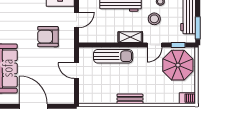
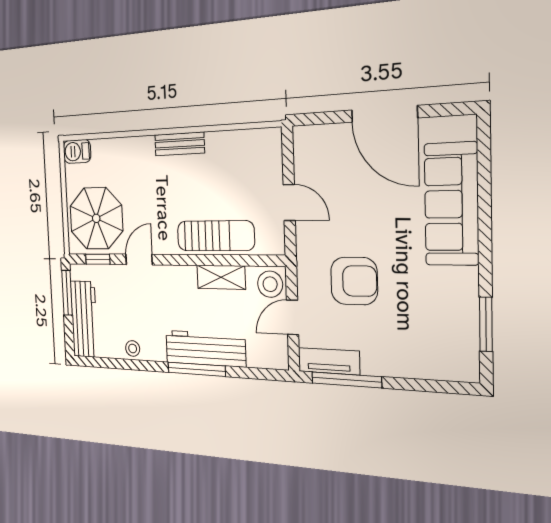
stool: (154, 19) -> (270, 284), moved
shelving: (130, 37) -> (221, 277), moved
sun lounger: (113, 56) -> (216, 236), turned 180

